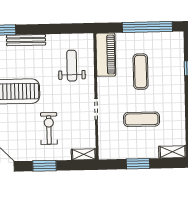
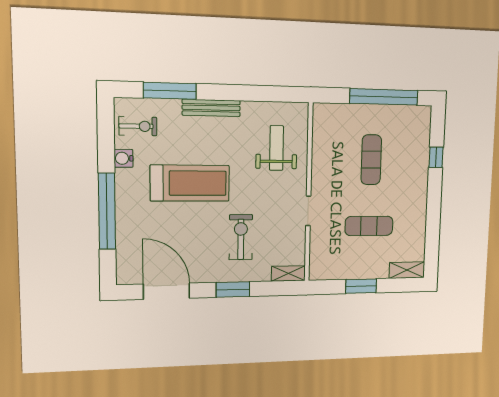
piano: (106, 55) -> (325, 134), removed

